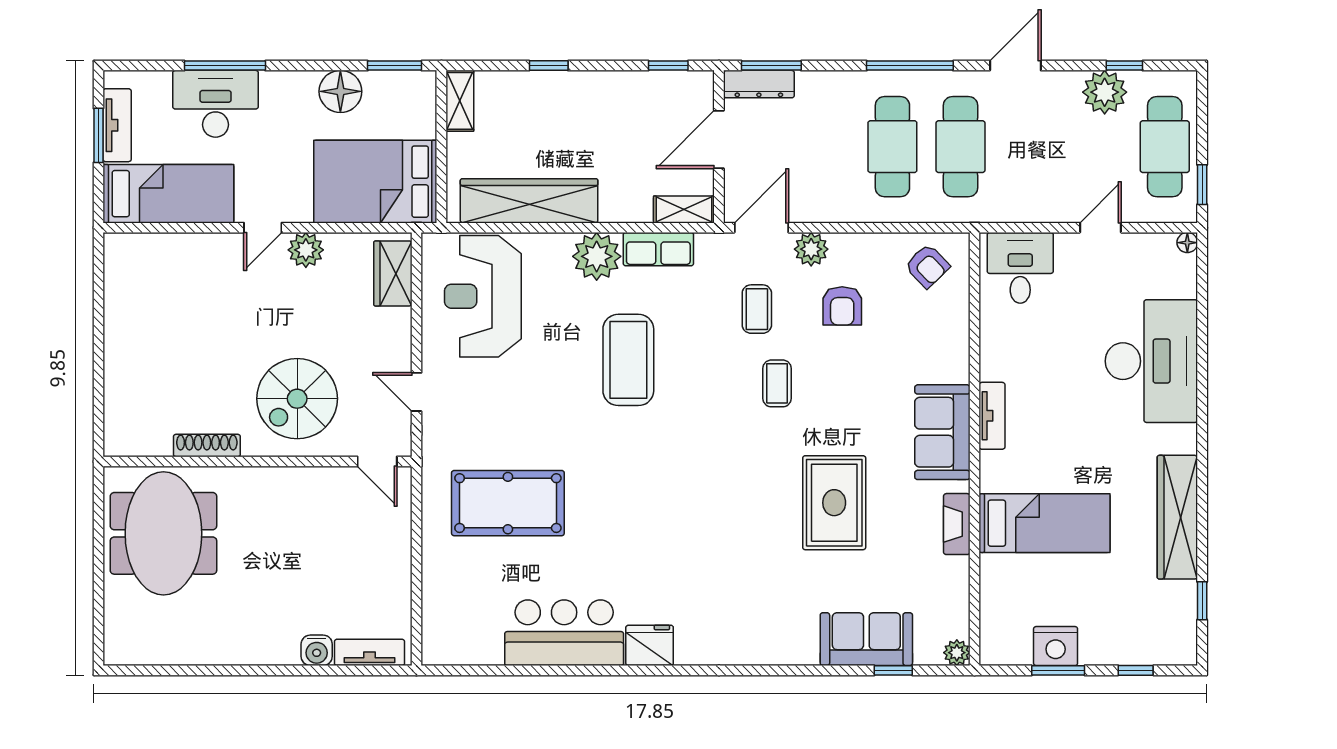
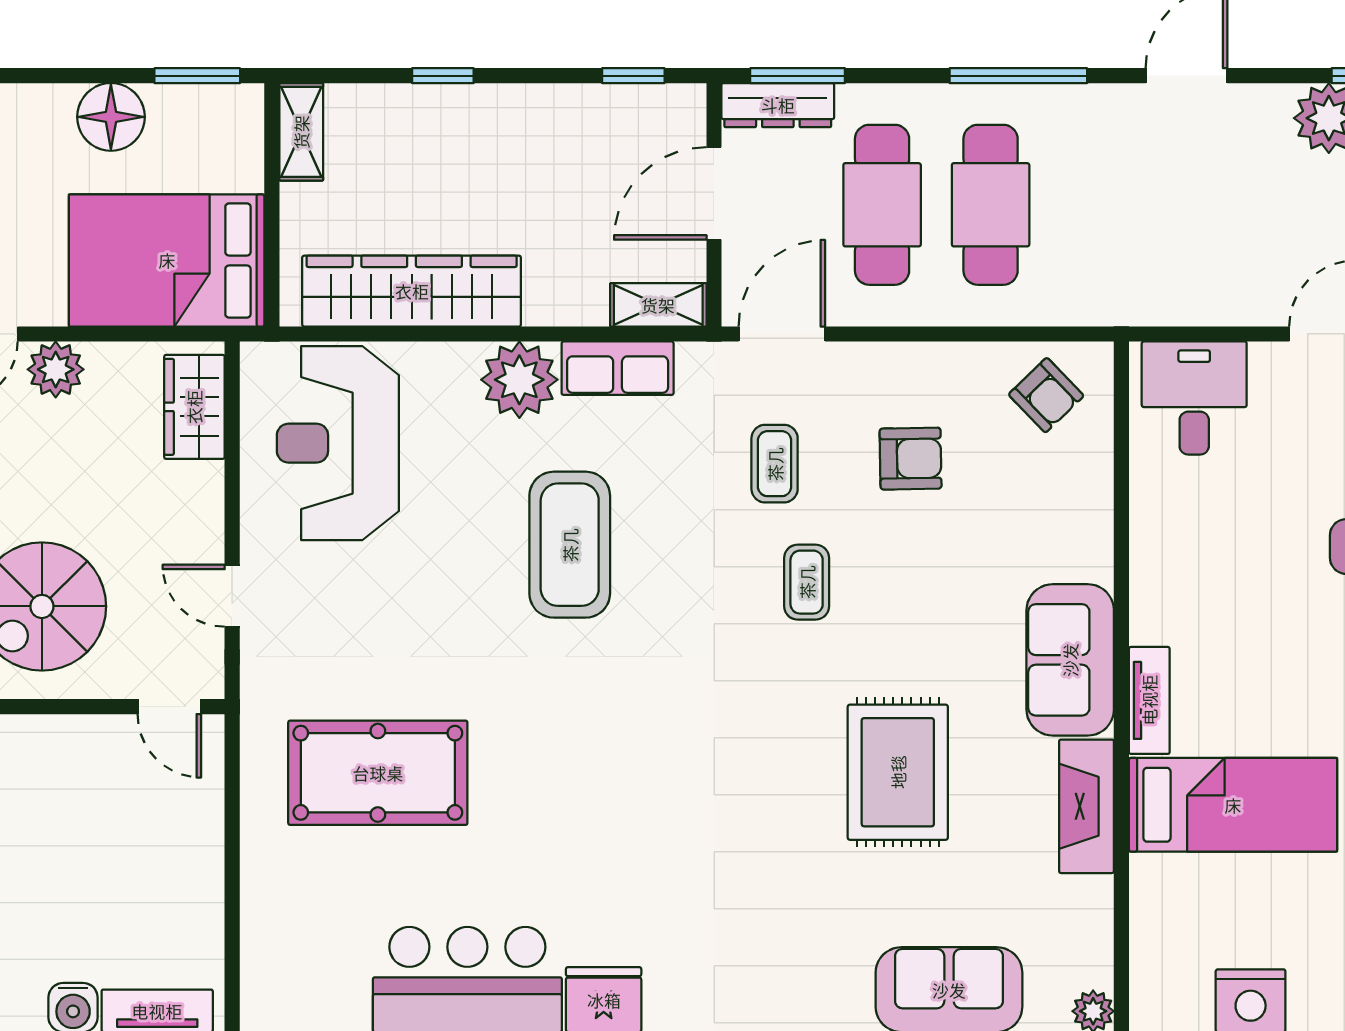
cafe table: (961, 147) -> (882, 205), moved
plant: (811, 249) -> (861, 368), removed
armchair: (842, 306) -> (911, 459), turned -91
tv unit: (992, 416) -> (1149, 700), moved
fireplace: (957, 524) -> (1087, 806), width x1.37, depth x1.32

